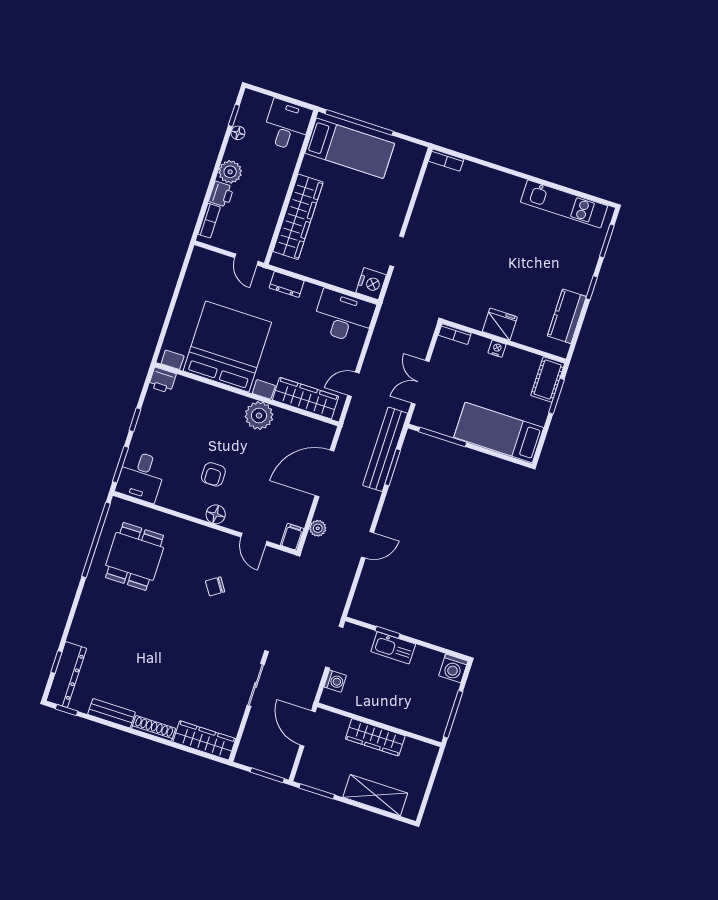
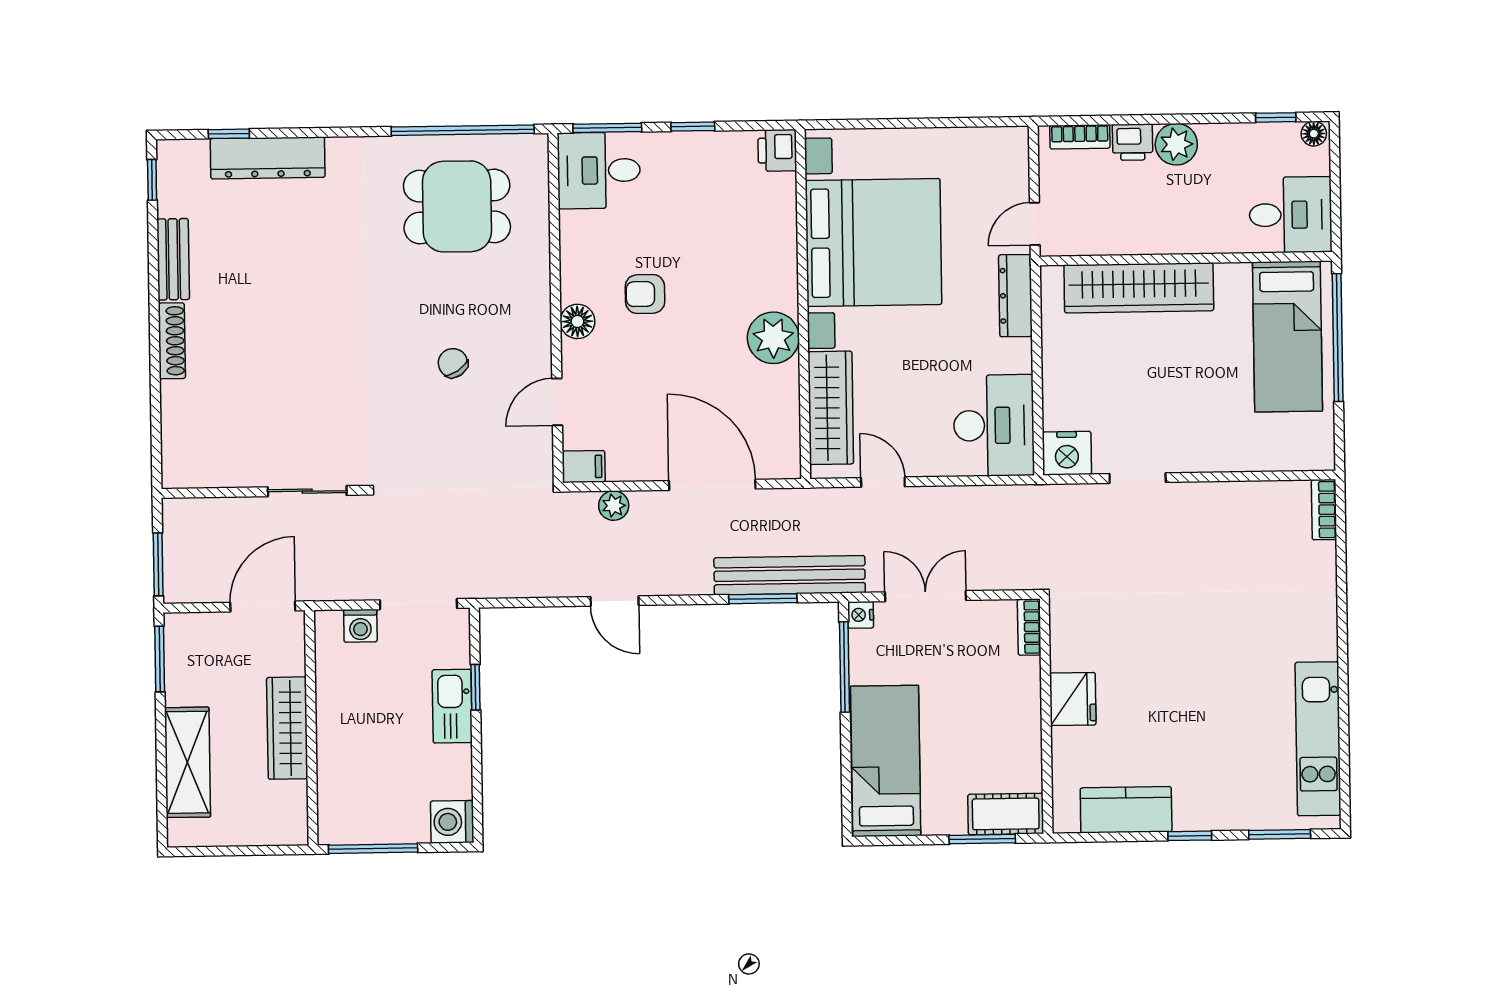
floor lamp: (238, 133) -> (1314, 134), moved
dresser: (287, 284) -> (1015, 296), width x1.44
nightstand: (497, 349) -> (861, 615), moved, turned 180
dresser: (66, 675) -> (268, 158), moved
wardrobe: (204, 740) -> (181, 435), removed

